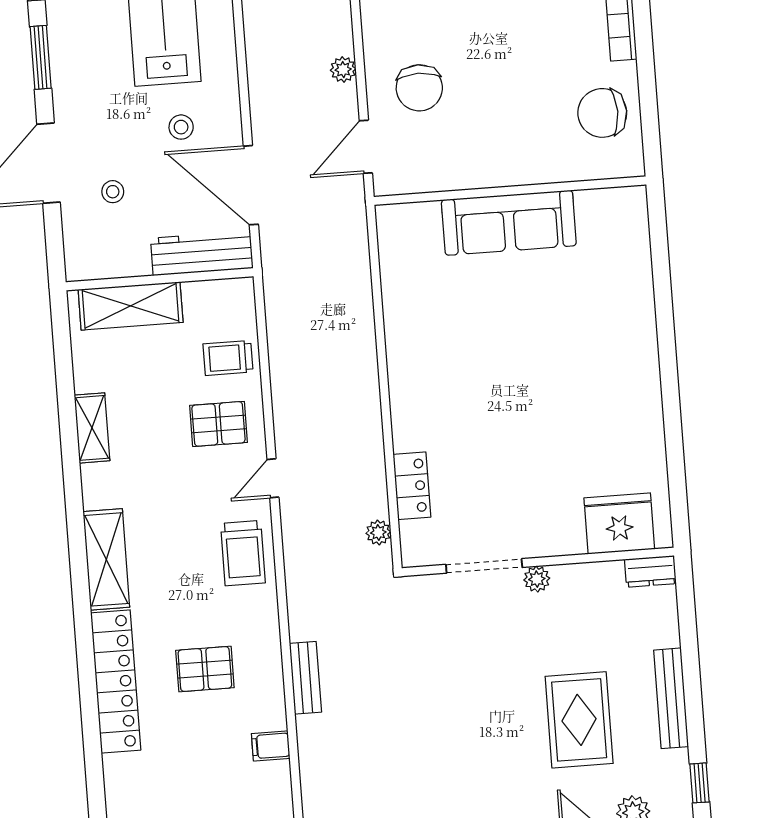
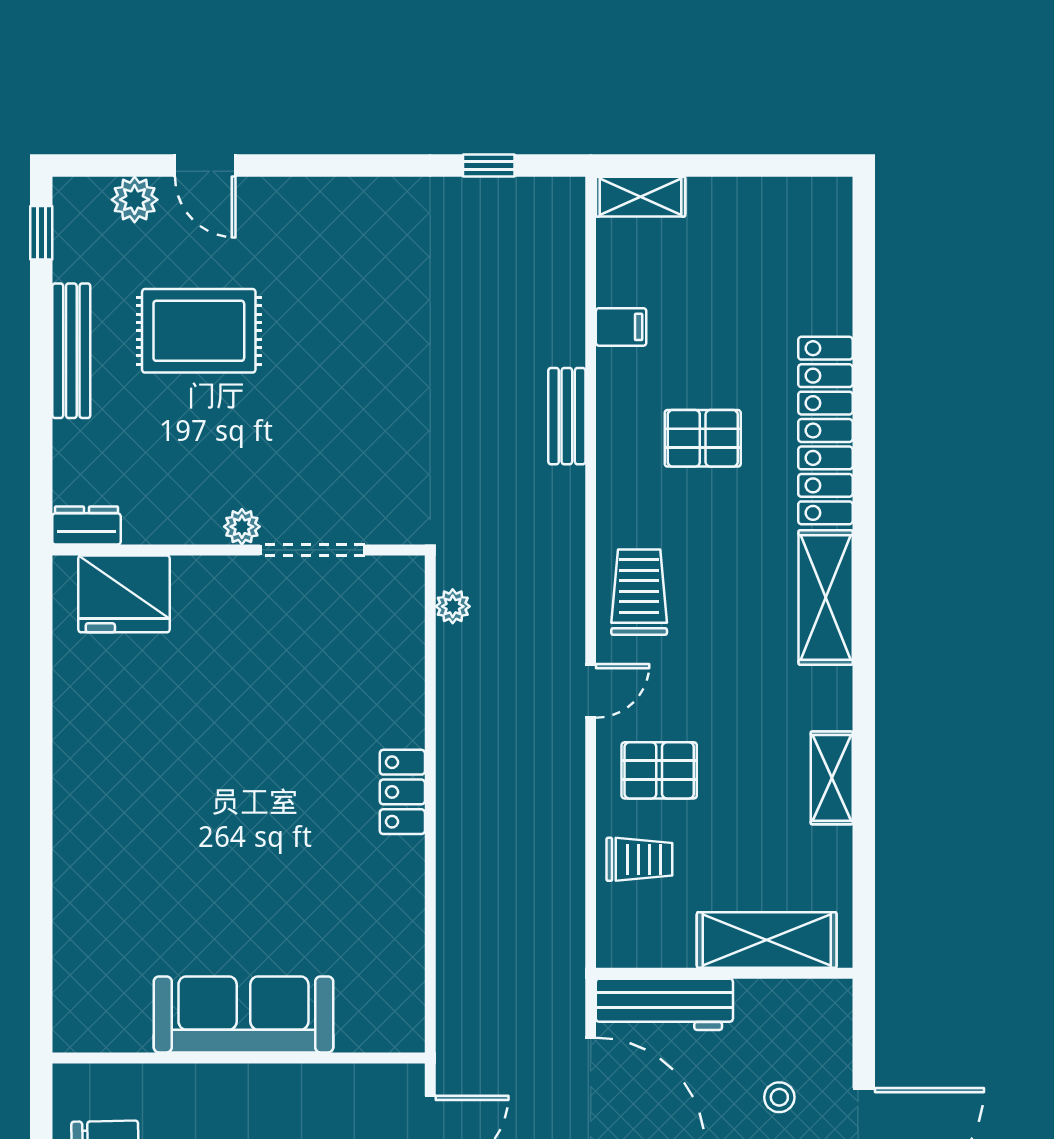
locker: (412, 486) -> (402, 792), moved
rug: (579, 720) -> (199, 331), turned 90

